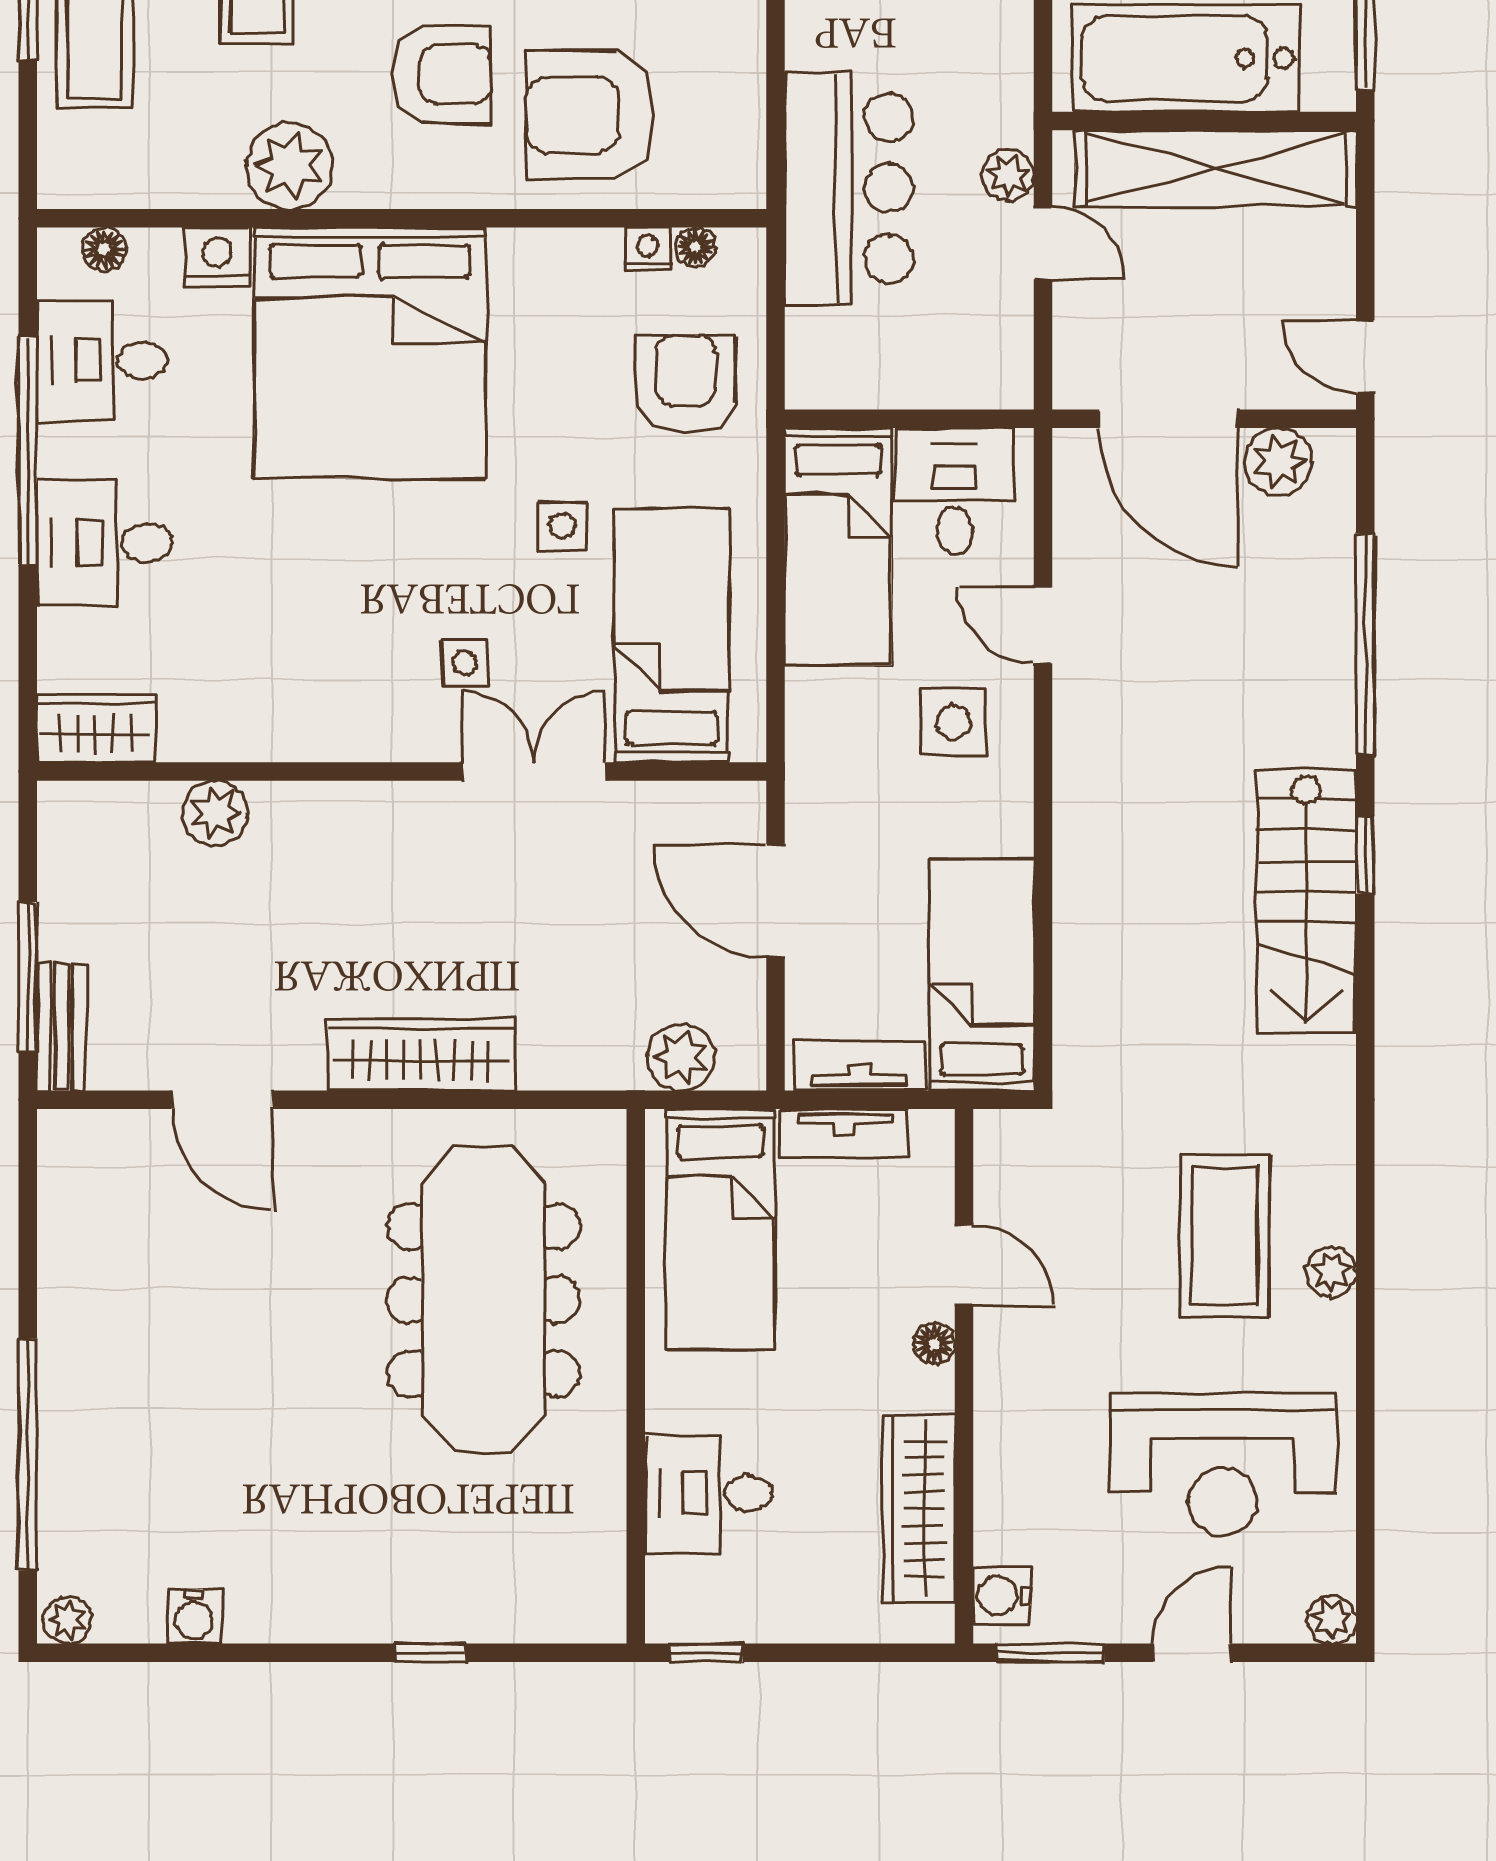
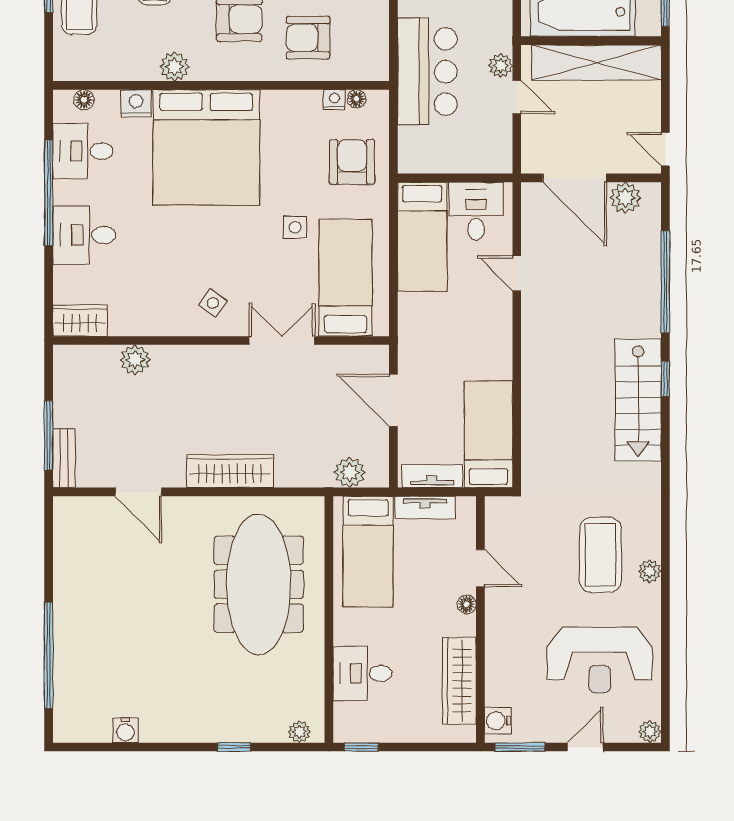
armchair: (591, 115) -> (308, 38), width x0.73, depth x0.73
plant: (289, 166) -> (175, 67), width x0.73, depth x0.73
side table: (465, 663) -> (213, 303), moved, turned 36
side table: (953, 722) -> (475, 318), removed
plant: (67, 1620) -> (299, 732), moved

